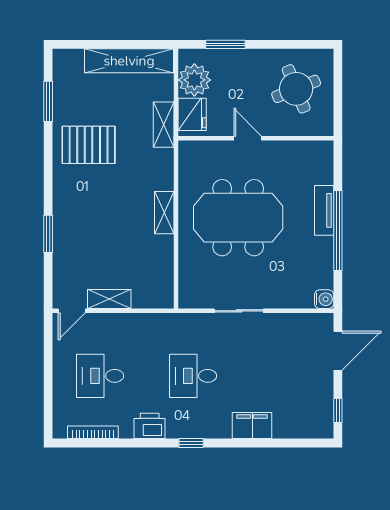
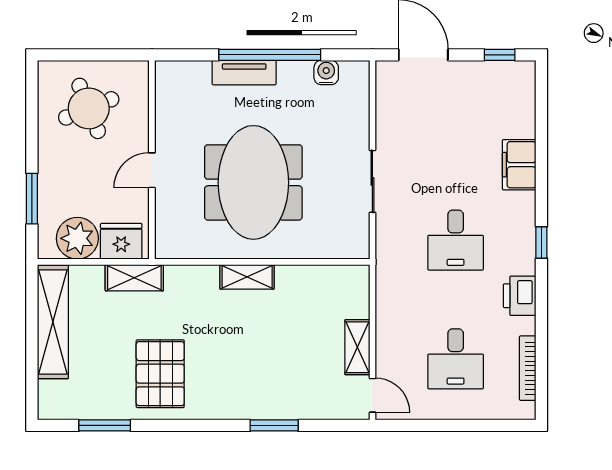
water cooler: (324, 299) -> (326, 73), moved

